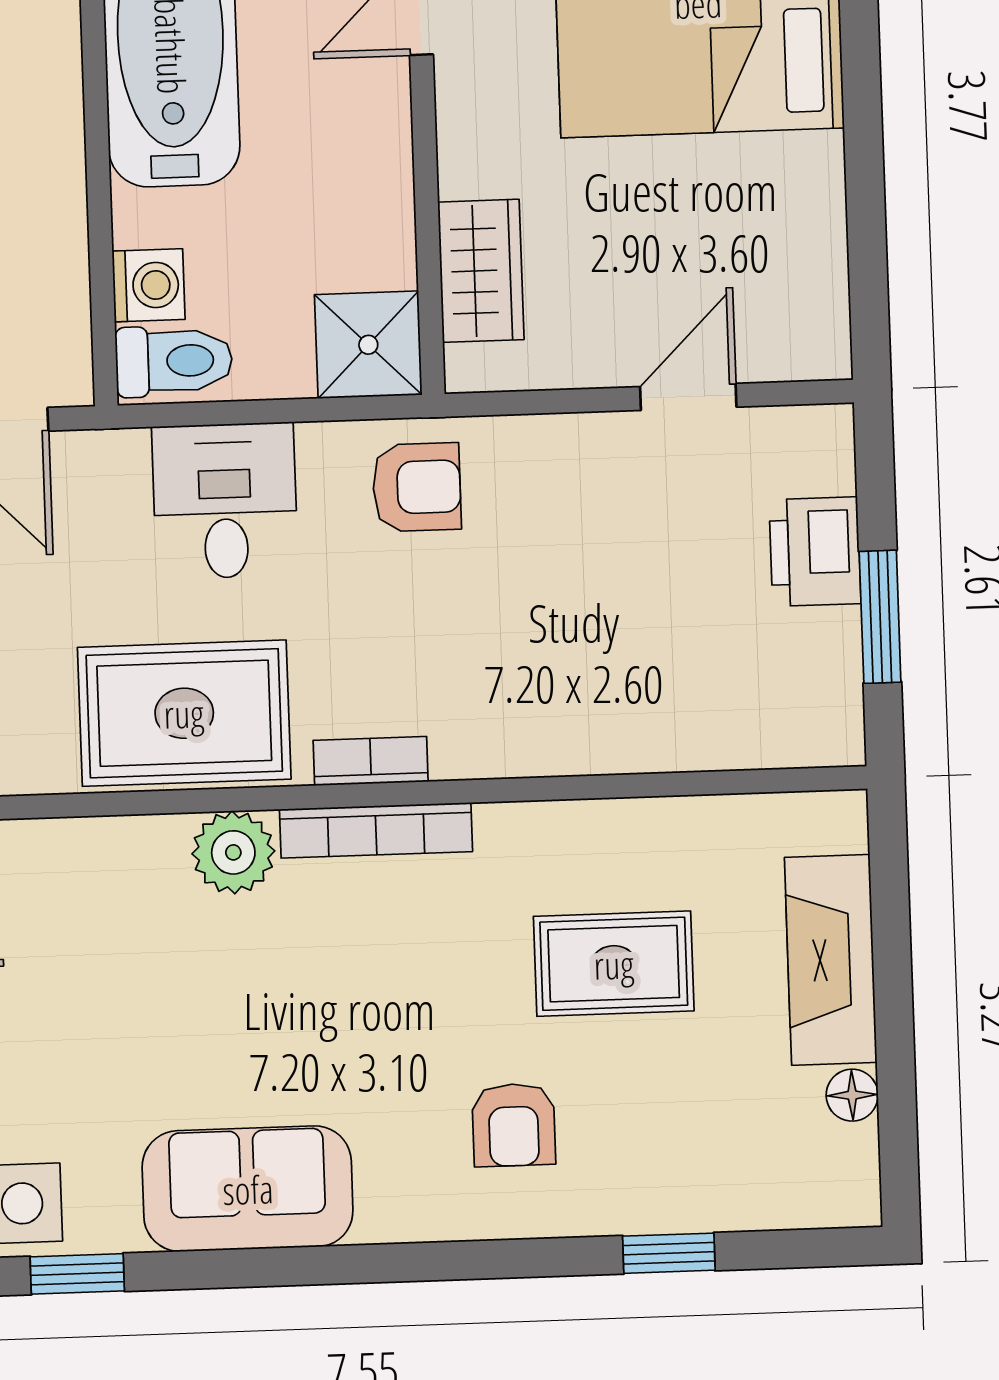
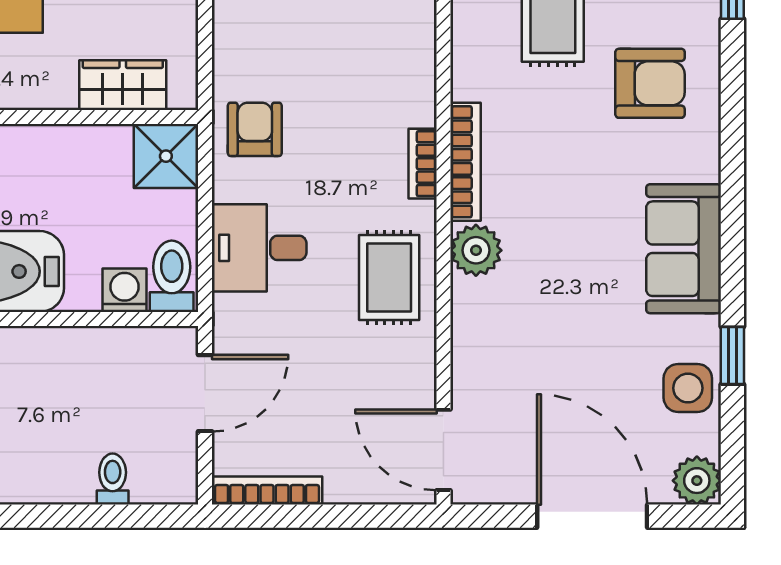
rug: (184, 713) -> (389, 278), width x0.73, depth x0.70
armchair: (514, 1125) -> (650, 83), width x1.38, depth x1.38

